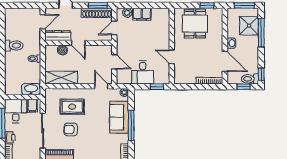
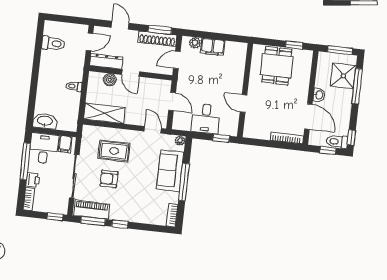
toilet: (14, 45) -> (53, 43), moved
washbasin: (31, 89) -> (45, 121), moved

